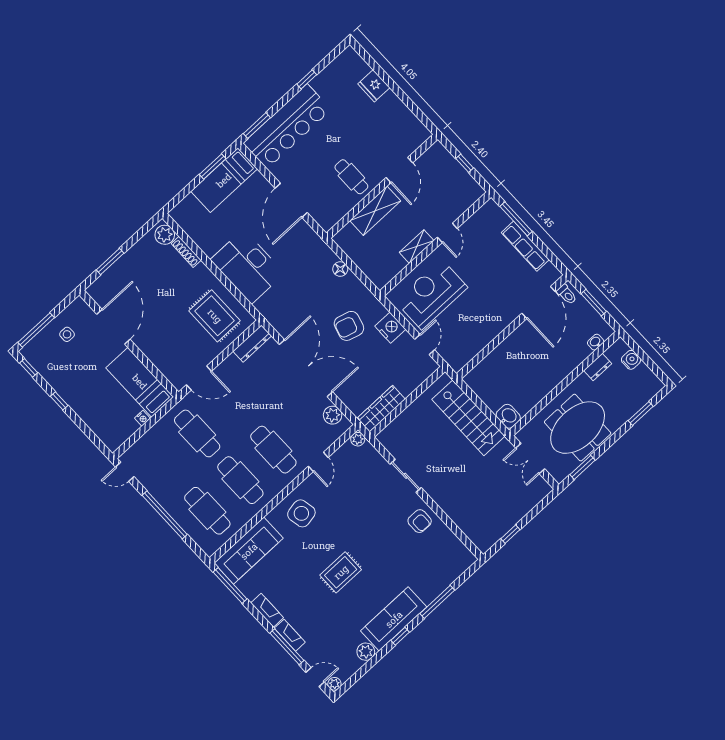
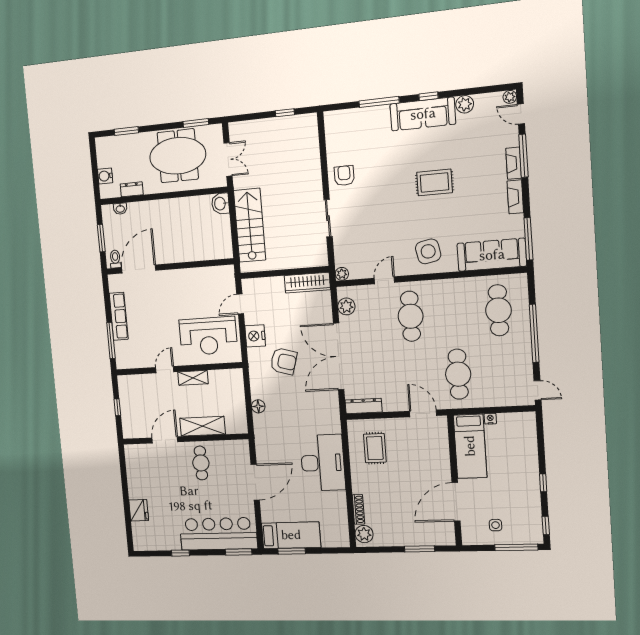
rug: (215, 316) -> (375, 448), width x0.73, depth x0.70
cafe table: (240, 480) -> (454, 313), removed

